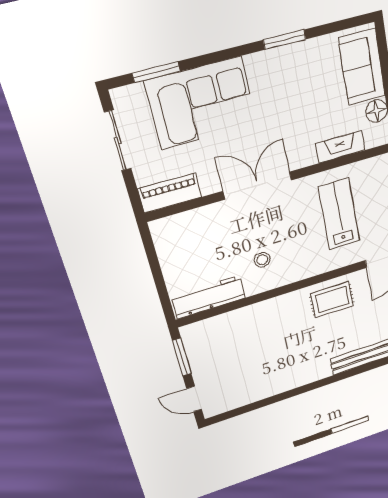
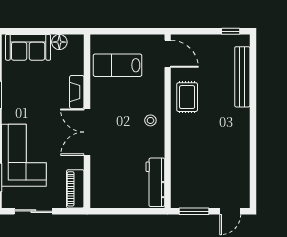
fireplace: (340, 147) -> (77, 92), moved
lab bench: (339, 214) -> (117, 65), moved
stool: (262, 260) -> (150, 120), moved

